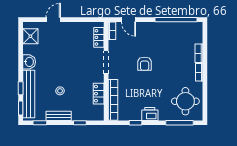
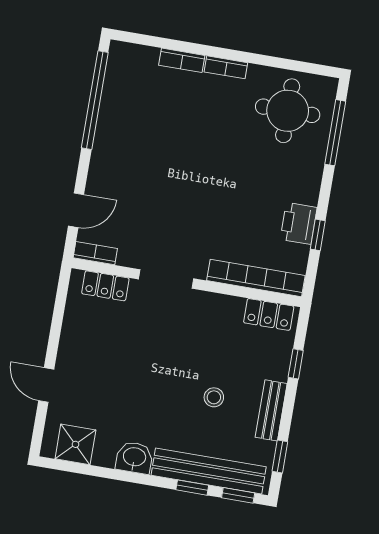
armchair: (145, 64) -> (185, 190), removed
locker: (99, 94) -> (269, 314), moved
printer: (150, 114) -> (299, 223), moved

